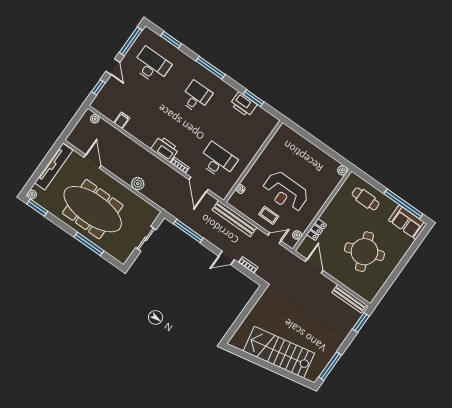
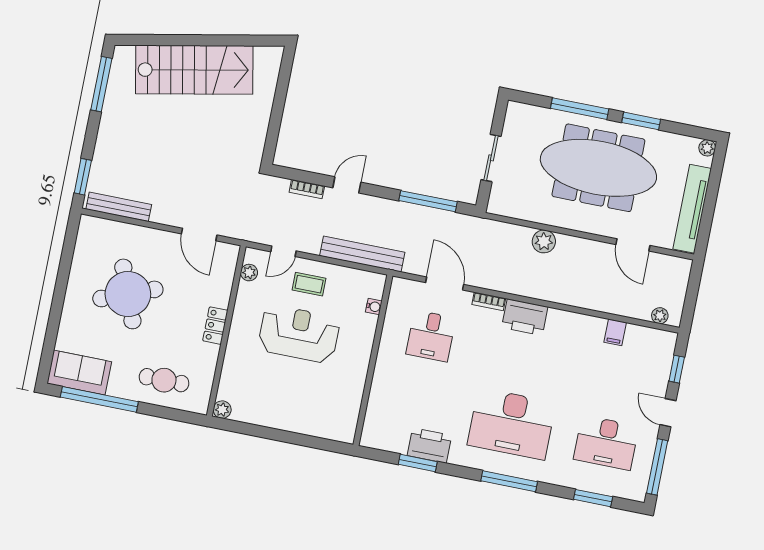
desk: (196, 97) -> (512, 424), width x1.87, depth x1.30
desk: (218, 161) -> (431, 336), width x0.73
window: (37, 208) -> (641, 121), moved
locker: (317, 230) -> (215, 326), moved

